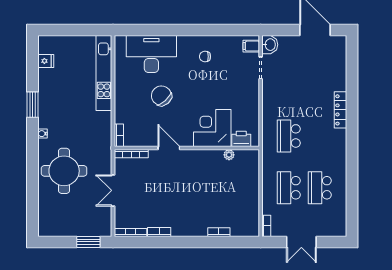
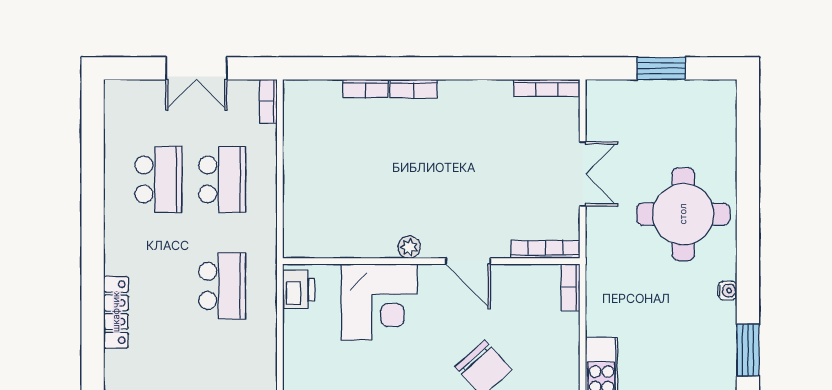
locker: (340, 110) -> (116, 312), moved
printer: (241, 139) -> (299, 290), moved, turned -90
plant: (229, 155) -> (409, 247), moved
bookcase: (159, 232) -> (414, 89), moved
window: (88, 242) -> (661, 68), moved
double door: (301, 242) -> (196, 68), swing flipped

